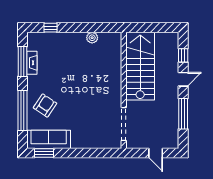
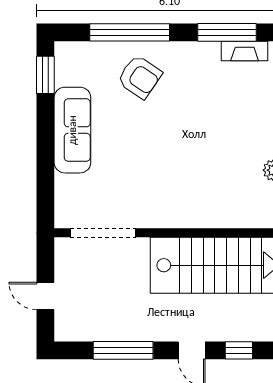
fireplace: (32, 63) -> (245, 51), moved
sofa: (49, 139) -> (72, 130), moved
door: (156, 153) -> (45, 296), hinge flipped

